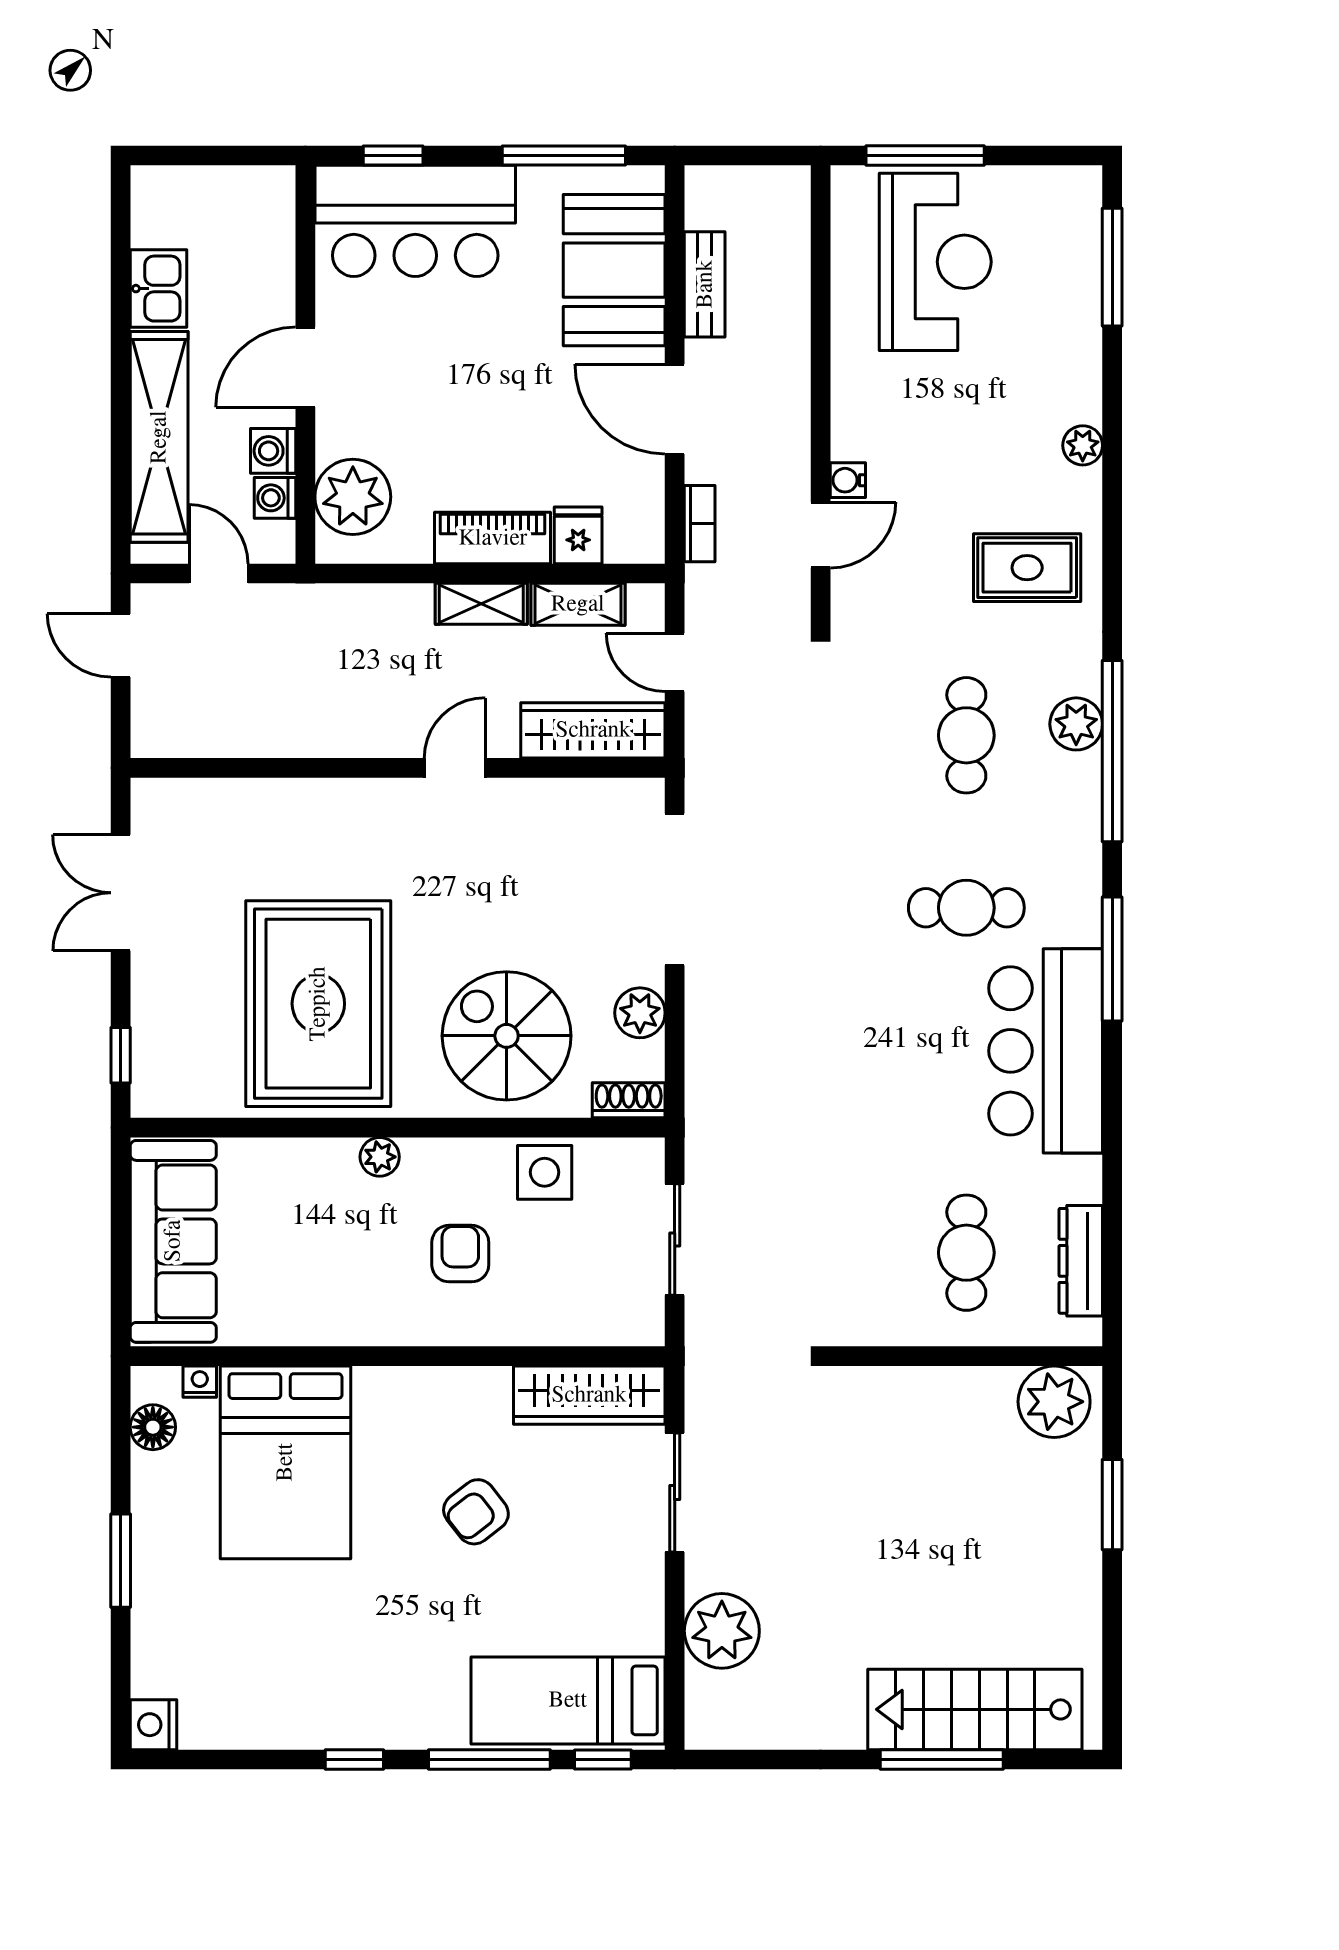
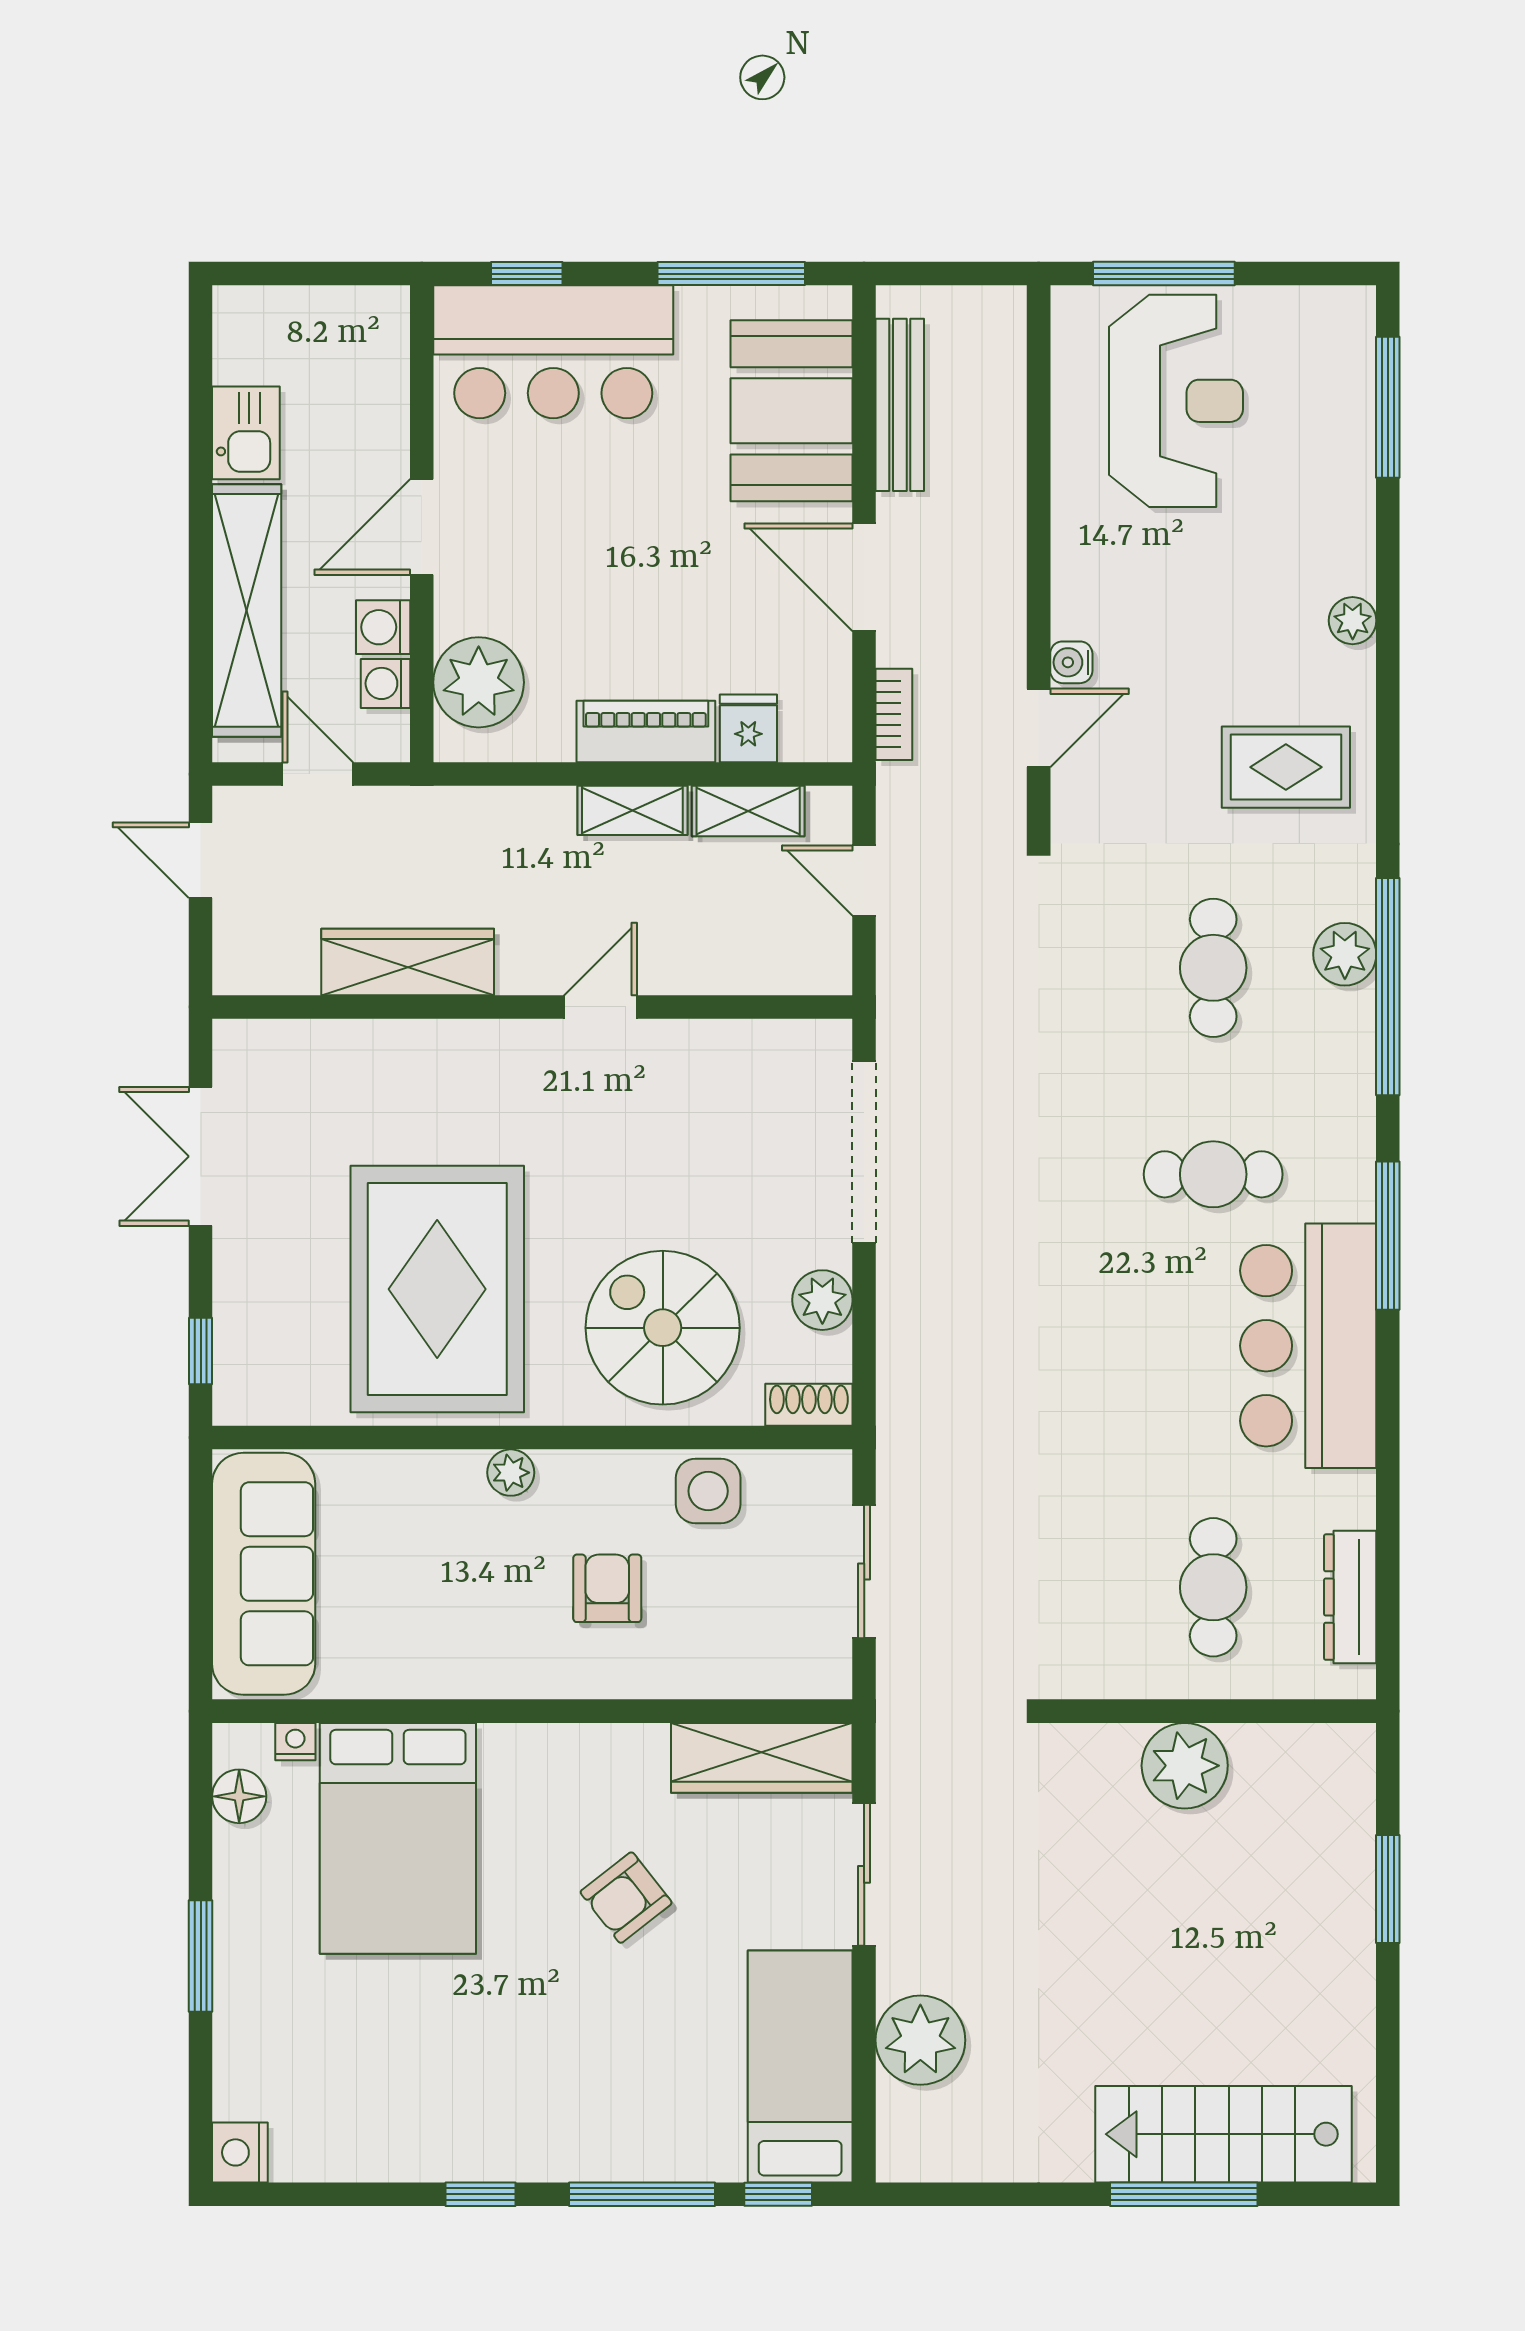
bench: (705, 284) -> (900, 405), width x1.36
wardrobe: (593, 730) -> (408, 962), moved
plant: (1054, 1402) -> (1185, 1766), moved
bed: (568, 1700) -> (800, 2066), moved, turned 90

